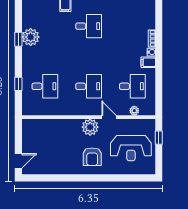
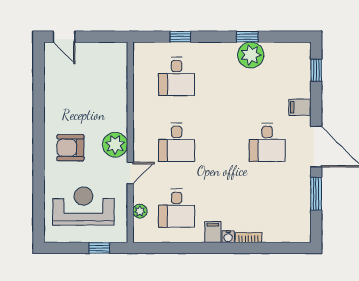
reception desk: (131, 148) -> (83, 206), turned 90

